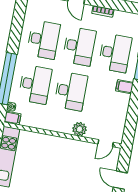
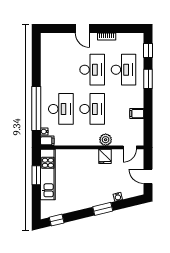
desk: (43, 40) -> (61, 70), removed
filing cabinet: (124, 87) -> (137, 114), moved
fridge: (75, 148) -> (105, 156), added

